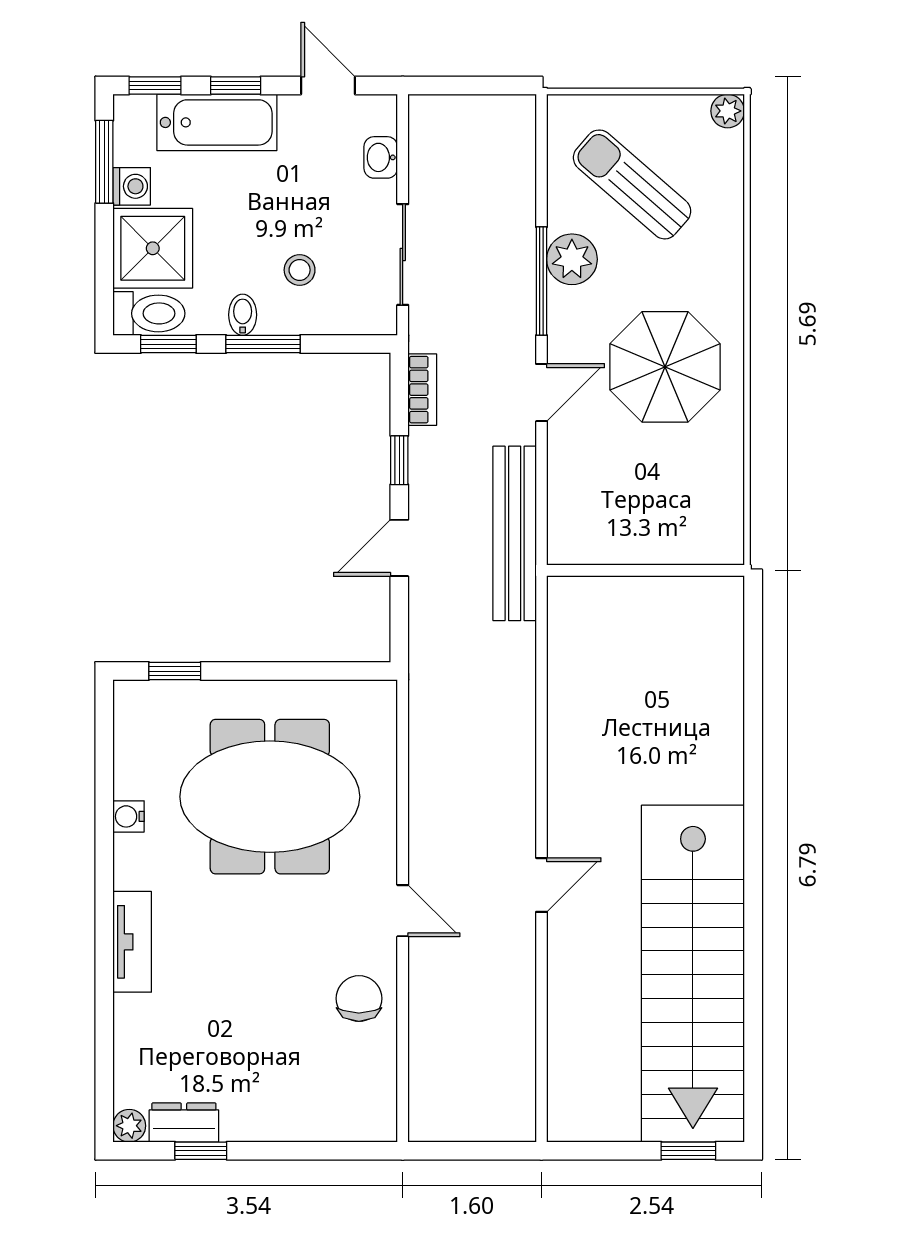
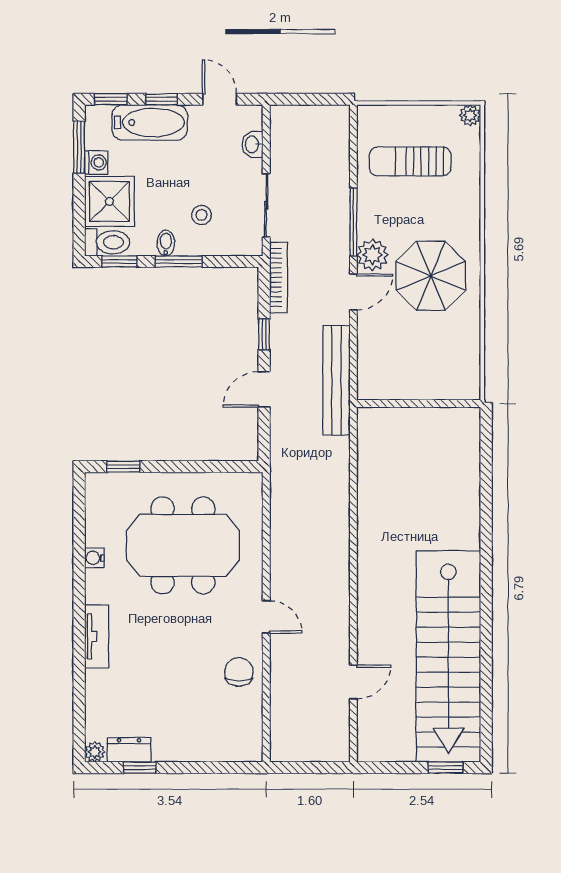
sun lounger: (632, 184) -> (410, 161), turned -41
plant: (572, 259) -> (372, 255), moved
bookcase: (422, 390) -> (279, 277), width x1.56
door: (541, 885) -> (353, 682), moved

